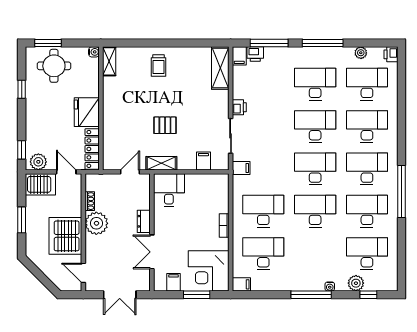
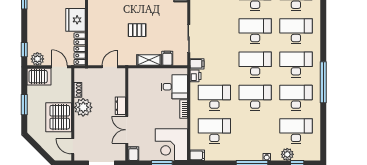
printer: (239, 107) -> (195, 76), moved
shelving: (161, 163) -> (149, 60), moved
desk: (169, 190) -> (174, 87), moved, turned 90
filing cabinet: (174, 282) -> (133, 154), moved

